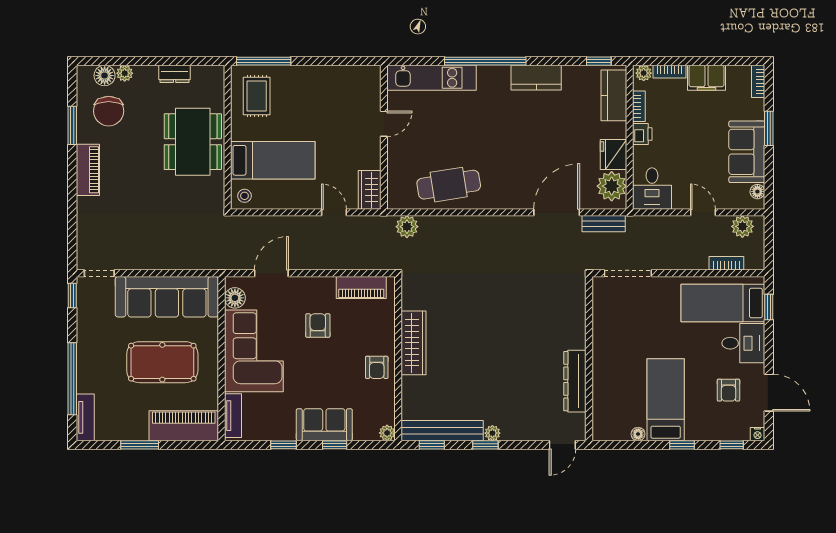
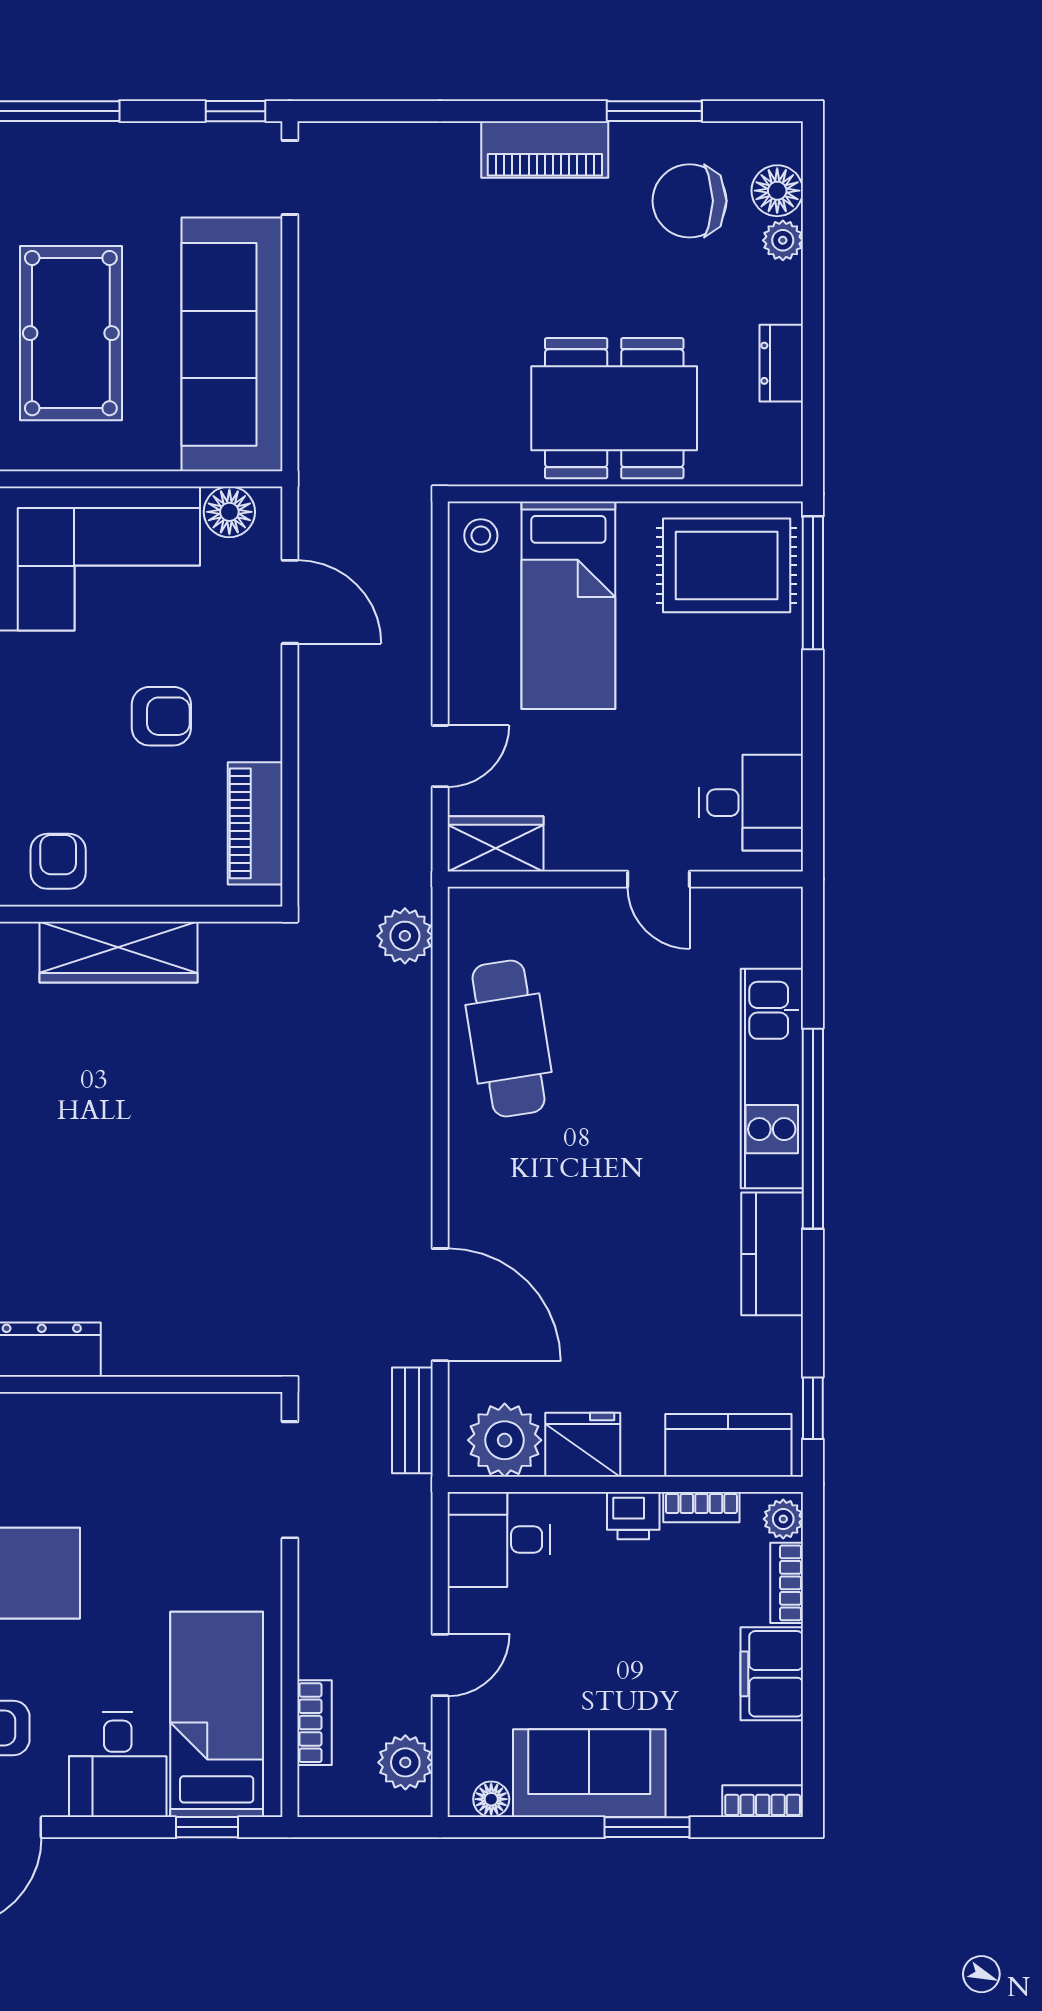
kitchen unit: (432, 78) -> (772, 1078), moved
desk: (353, 86) -> (751, 803), added
rug: (257, 96) -> (727, 565), width x1.36, depth x1.43
armchair: (377, 367) -> (58, 861), turned 90

